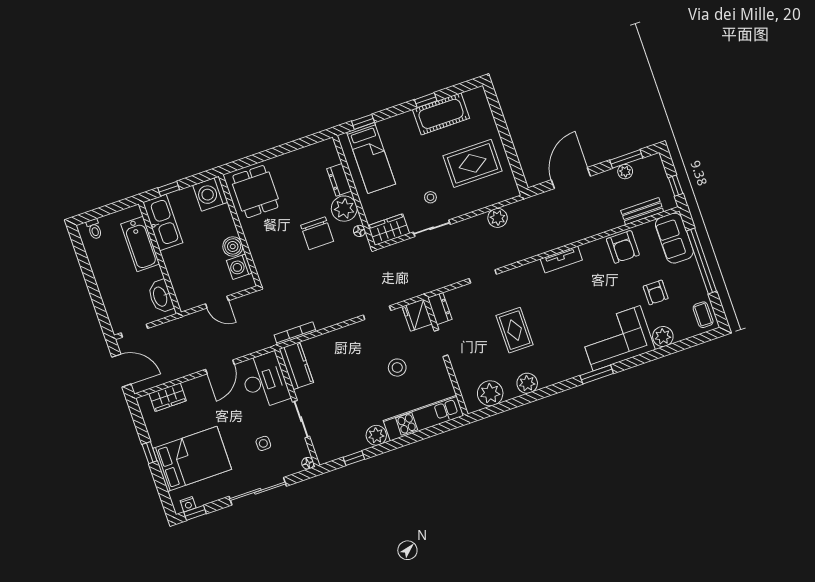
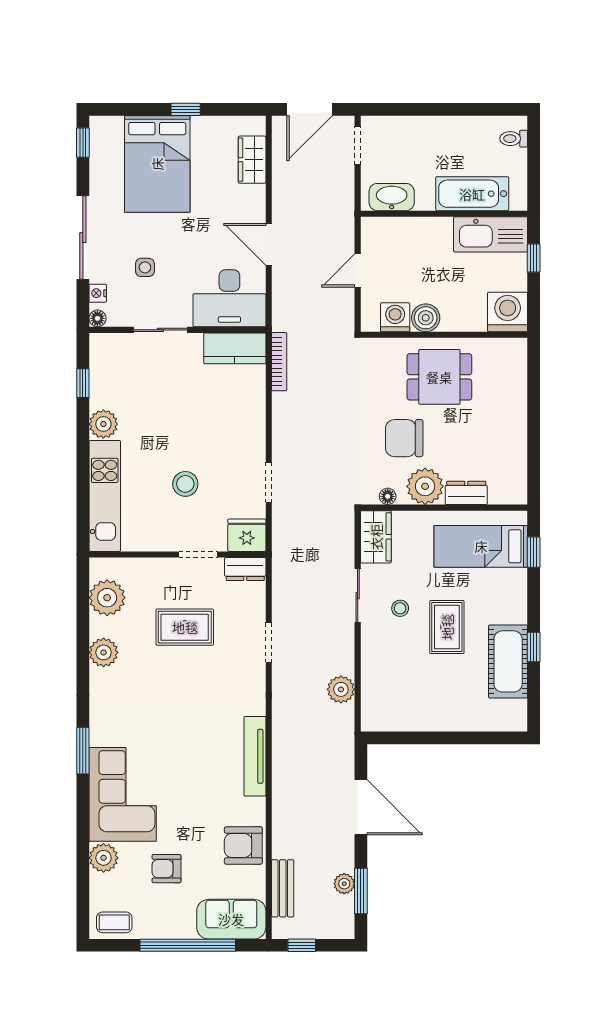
rug: (473, 163) -> (447, 627), moved, width x0.73, depth x0.70
dining table: (255, 192) -> (439, 377), moved
tv unit: (561, 260) -> (255, 756), width x1.41
rug: (515, 330) -> (185, 627), moved
nightstand: (188, 504) -> (98, 293), moved

